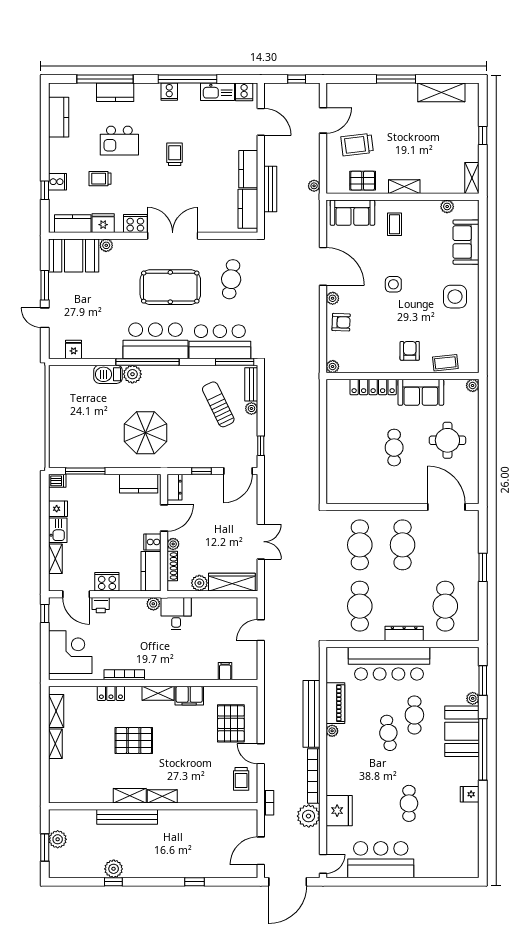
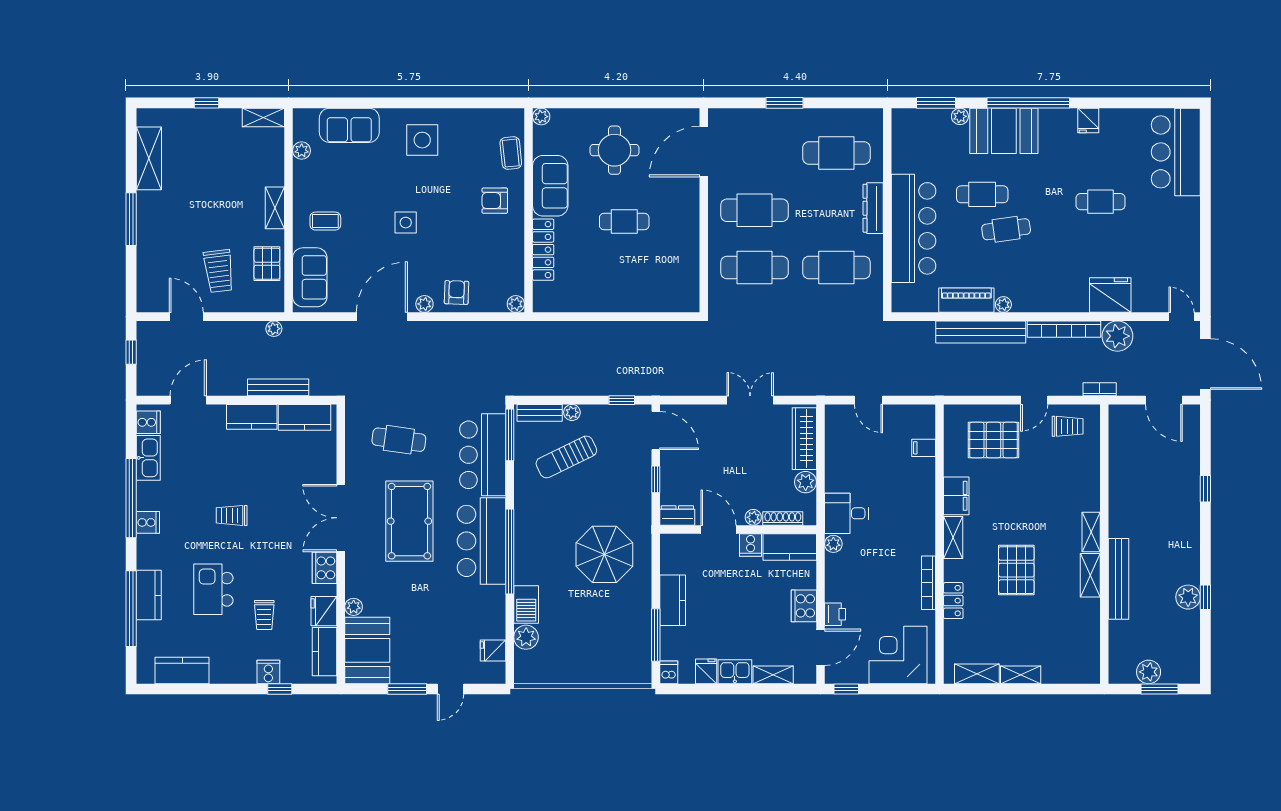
kitchen island: (119, 141) -> (213, 589), turned 180
plant: (132, 374) -> (526, 637), moved
kitchen counter: (139, 484) -> (673, 600), moved
bar counter: (381, 860) -> (1176, 152), moved

